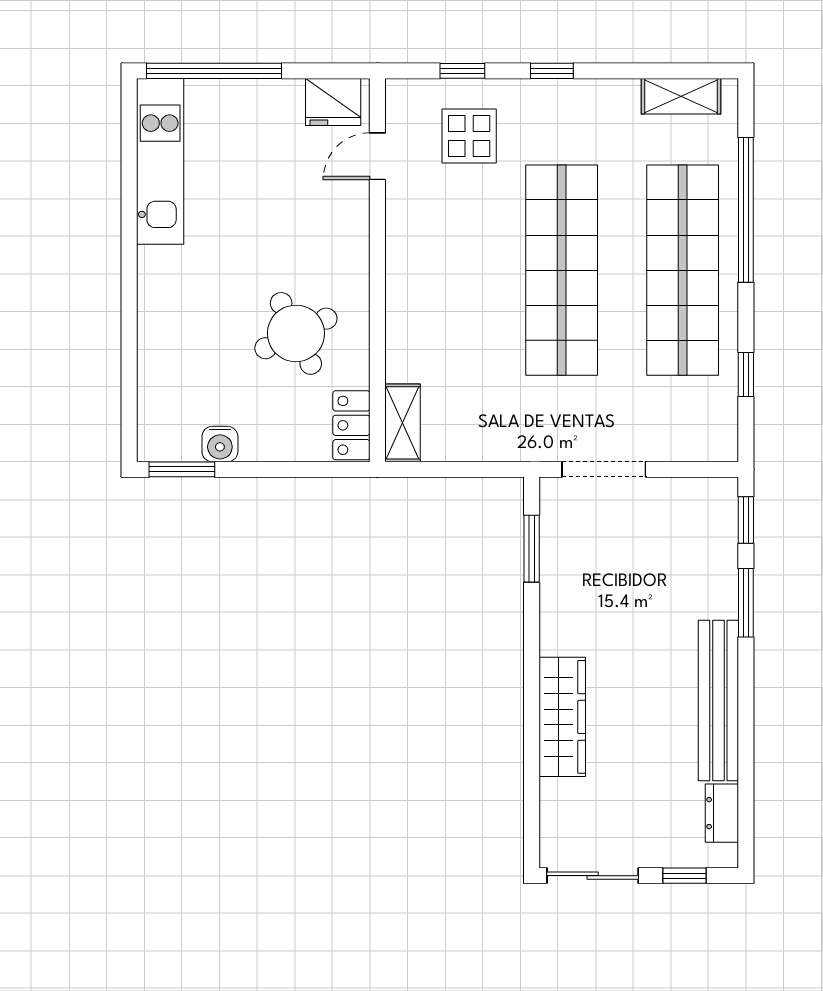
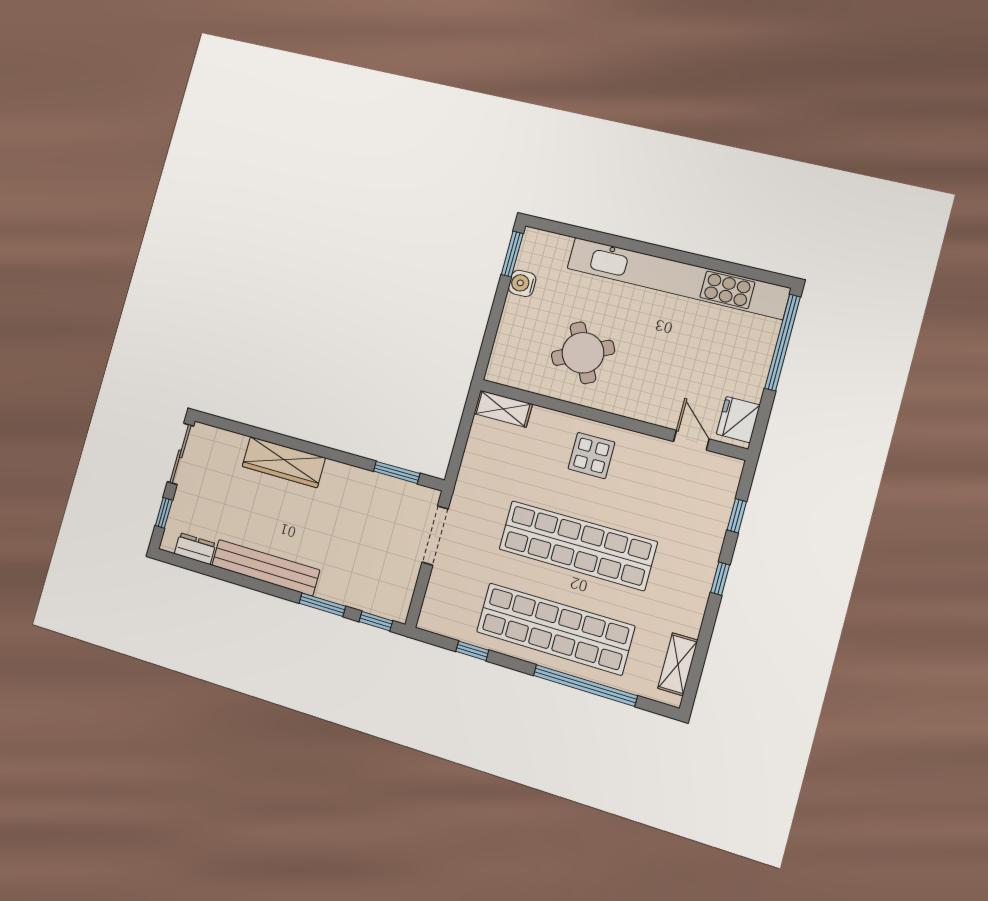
display table: (469, 136) -> (591, 455), moved
kitchen unit: (160, 161) -> (677, 278), width x1.86
locker: (351, 425) -> (511, 374), removed

